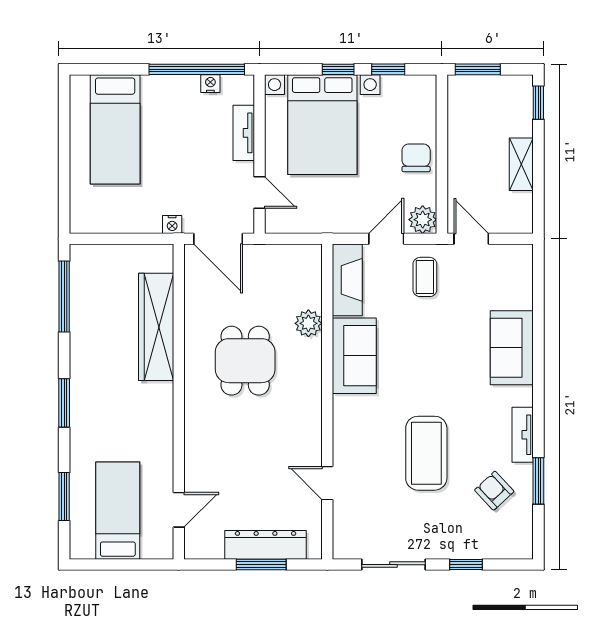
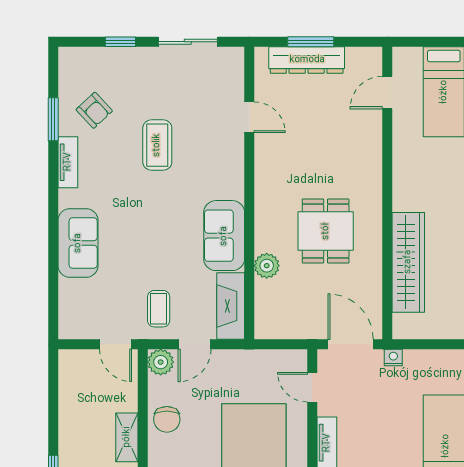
shelving: (521, 164) -> (127, 437), moved
coffee table: (426, 453) -> (157, 145), width x0.73, depth x0.76

